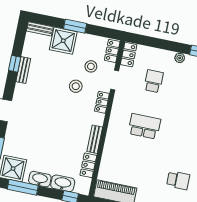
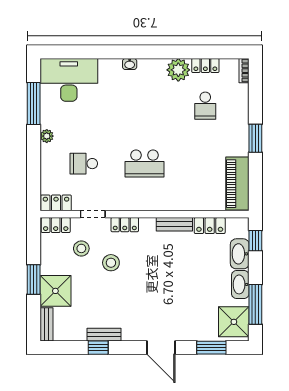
school desk: (144, 126) -> (145, 164), turned -90
school desk: (178, 180) -> (205, 106), turned 180

